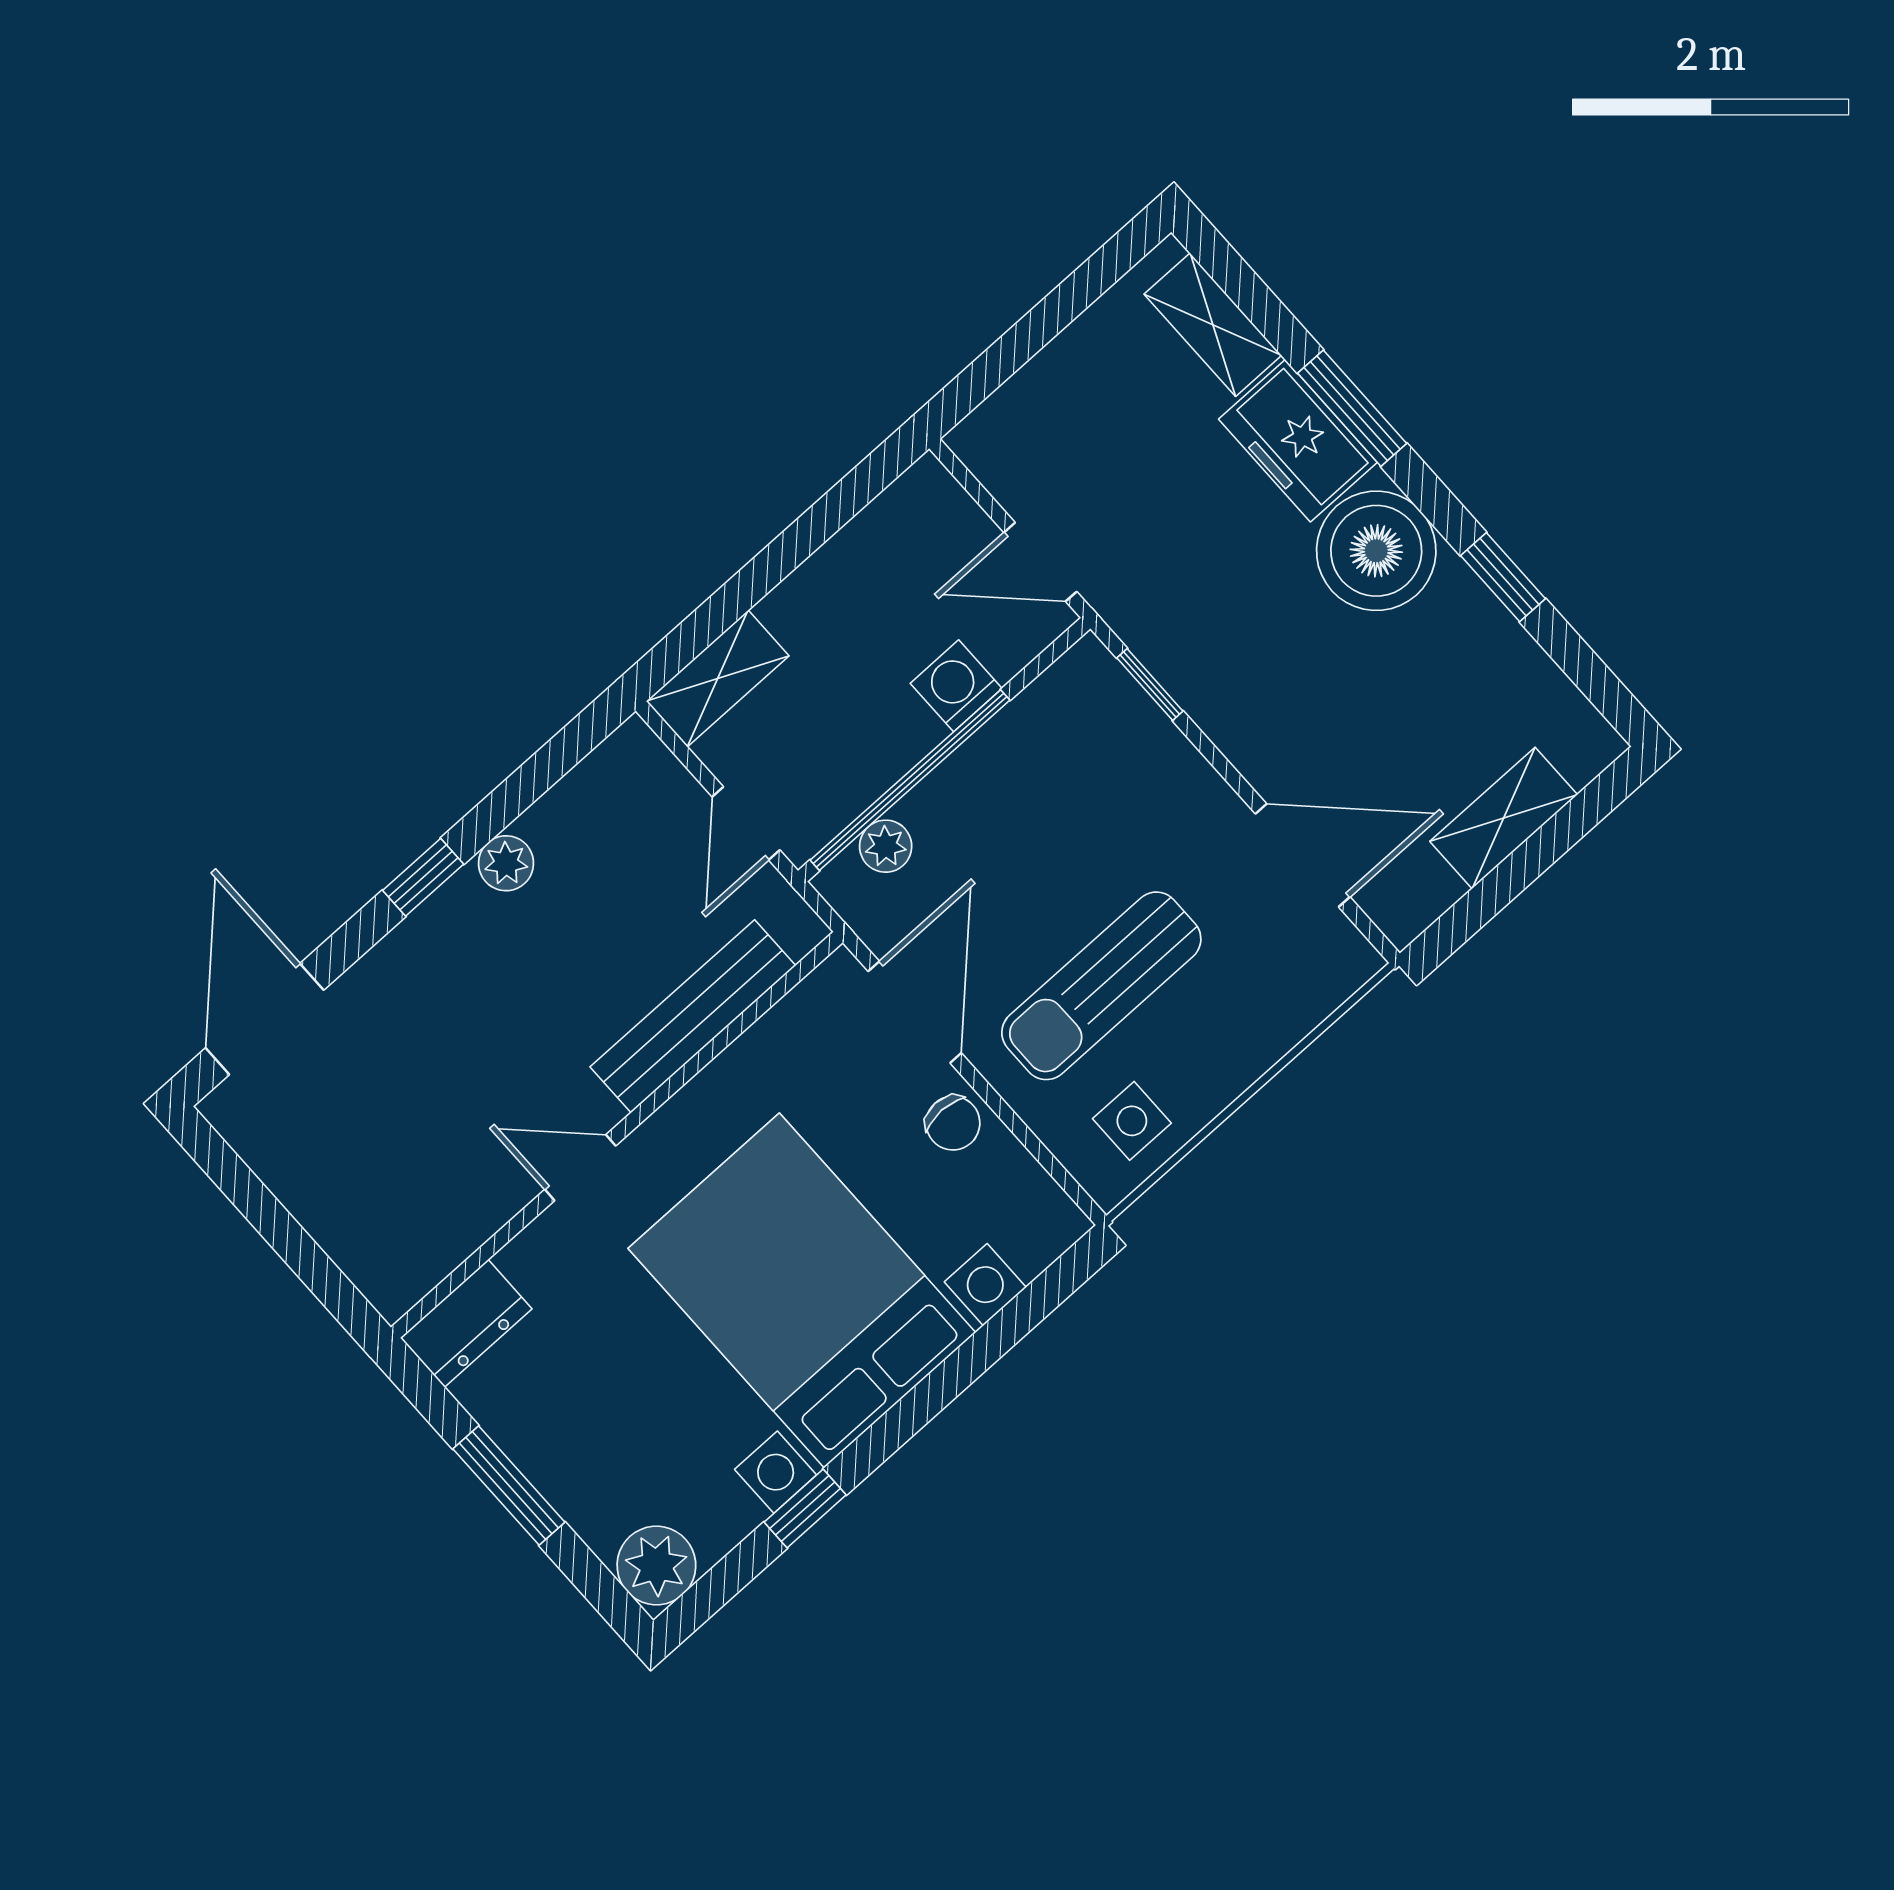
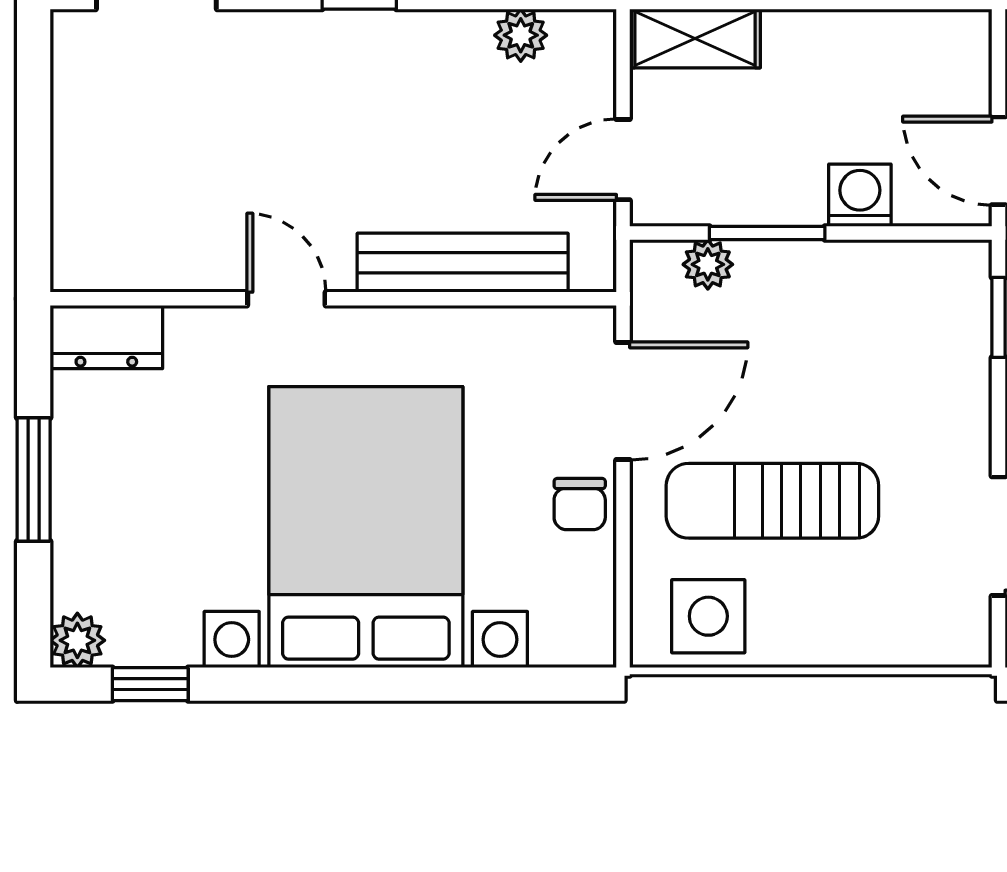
window: (910, 780) -> (767, 233), width x0.47
plant: (506, 863) -> (521, 35), moved
side table: (1132, 1121) -> (708, 616), width x1.37, depth x1.37
window: (805, 1508) -> (150, 684), moved
plant: (656, 1566) -> (77, 640), width x0.73, depth x0.73

